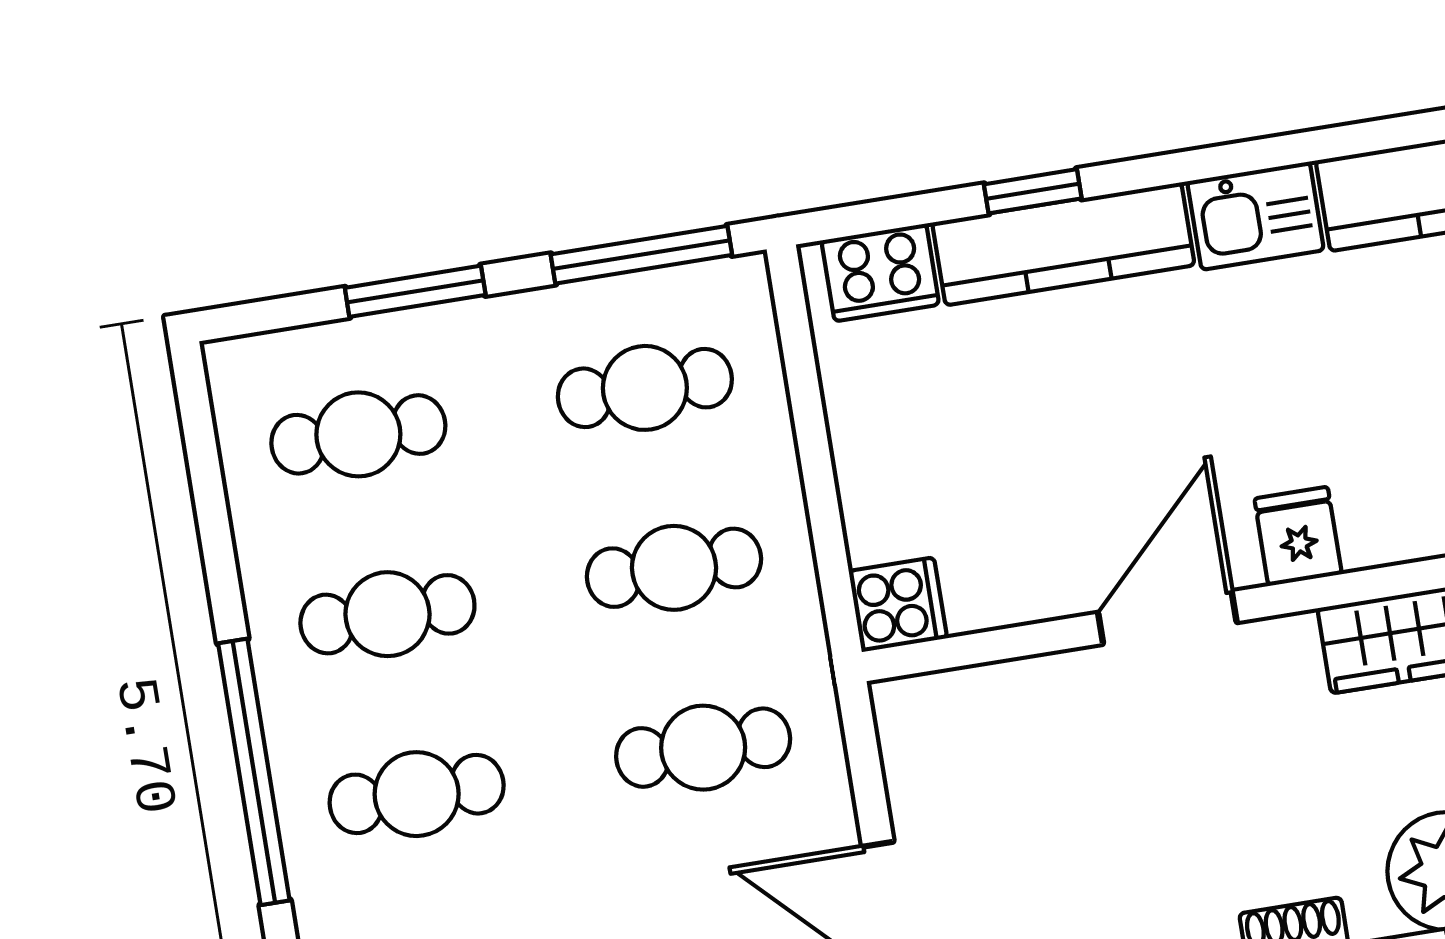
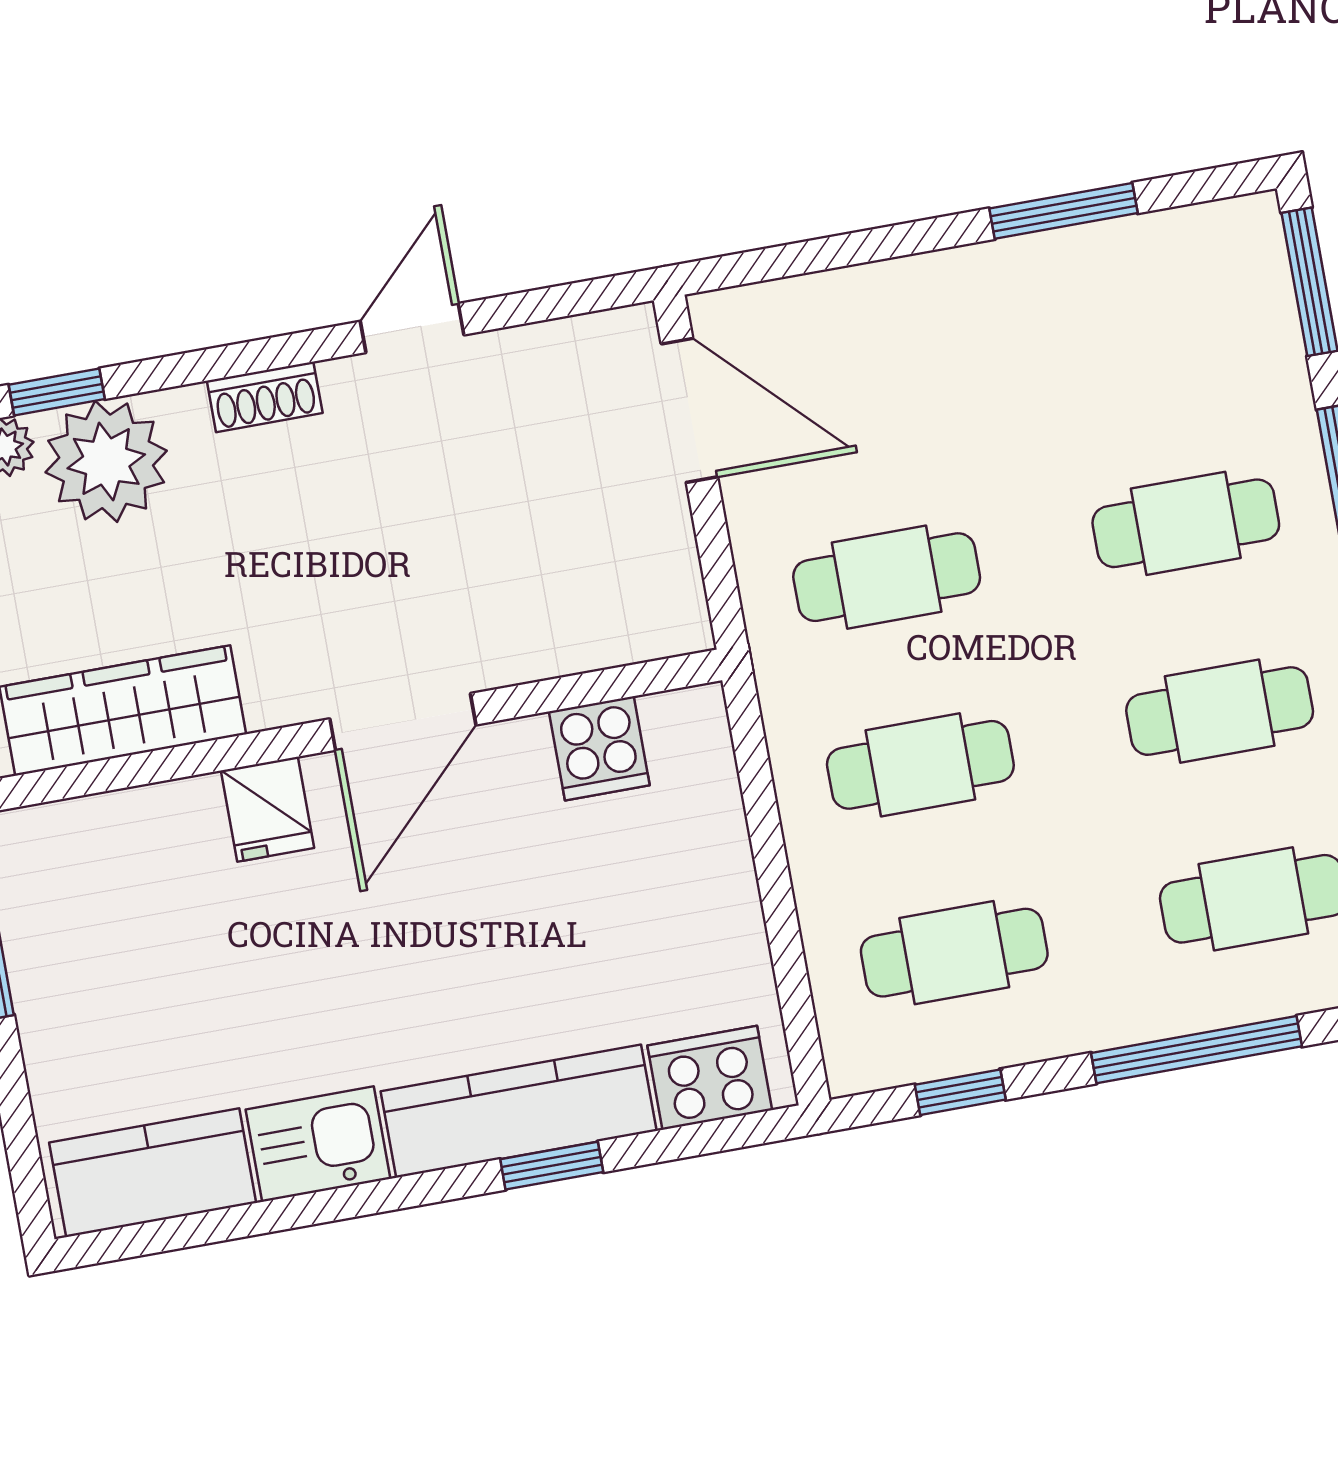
window: (641, 255) -> (960, 1092), width x0.46
window: (415, 291) -> (1197, 1050), width x1.44
cooker: (898, 605) -> (599, 748), moved, turned -90

